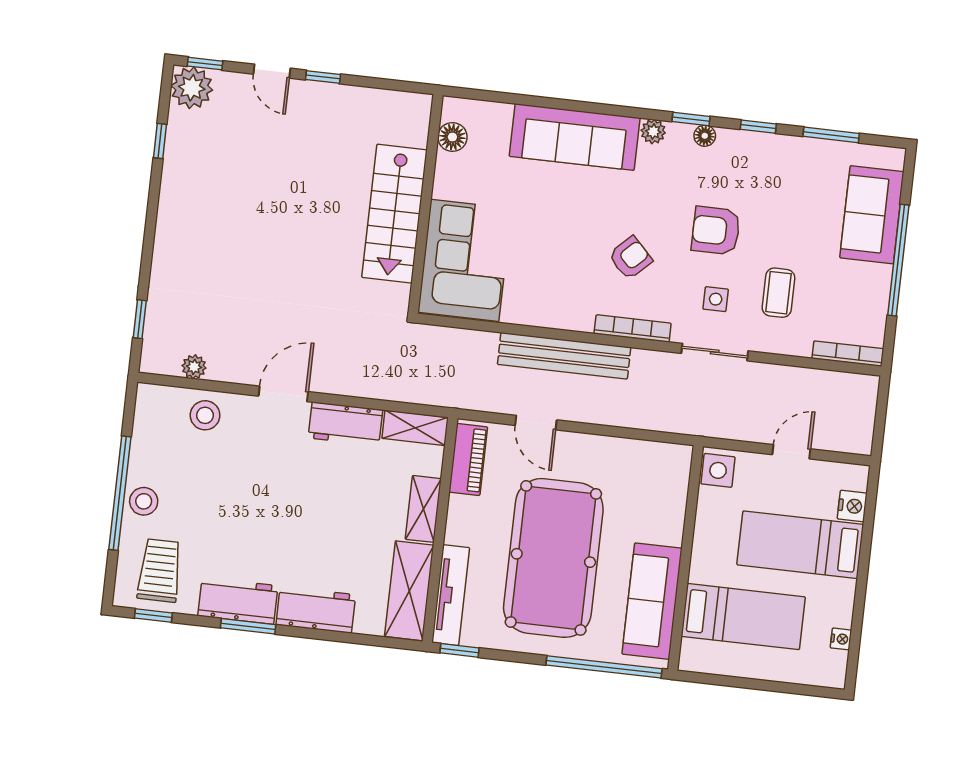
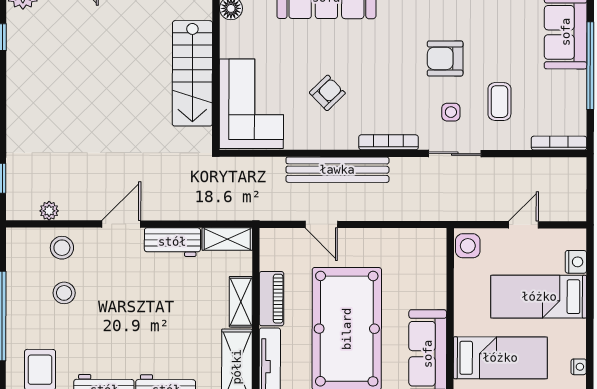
armchair: (630, 258) -> (327, 93), moved
piano: (468, 460) -> (272, 299), moved
stool: (144, 501) -> (64, 293), moved

